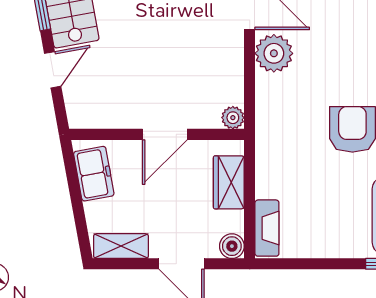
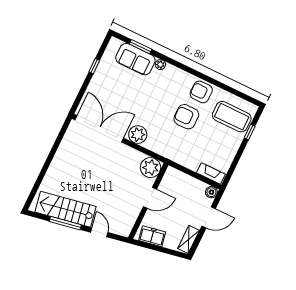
plant: (233, 118) -> (151, 168), width x1.87, depth x1.87
door: (165, 134) -> (150, 198), hinge flipped
wardrobe: (229, 182) -> (184, 180), removed

